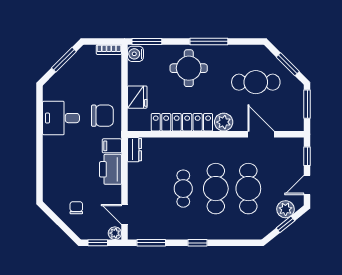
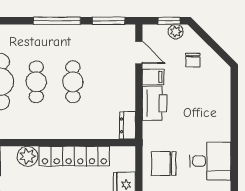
filing cabinet: (112, 146) -> (153, 77), moved
cafe table: (216, 189) -> (36, 82), width x0.73, depth x0.74
plant: (115, 233) -> (176, 32), moved
window: (198, 243) -> (57, 21), width x2.17

